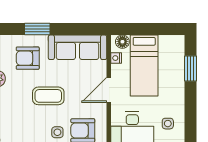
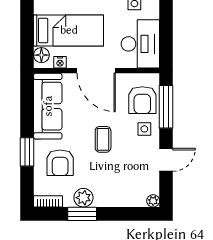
door: (109, 90) -> (96, 71), width x1.36
coffee table: (48, 96) -> (103, 139), width x0.73, depth x0.77

